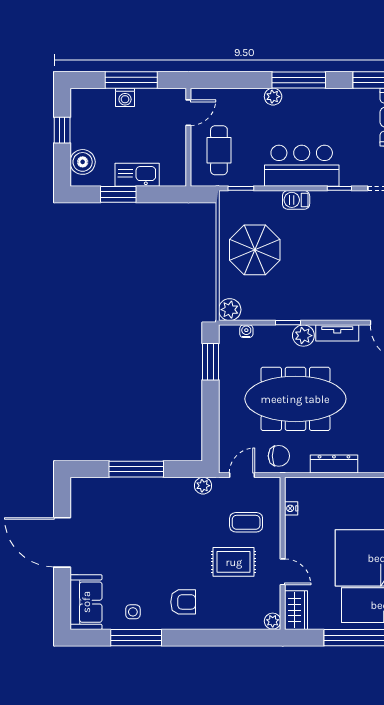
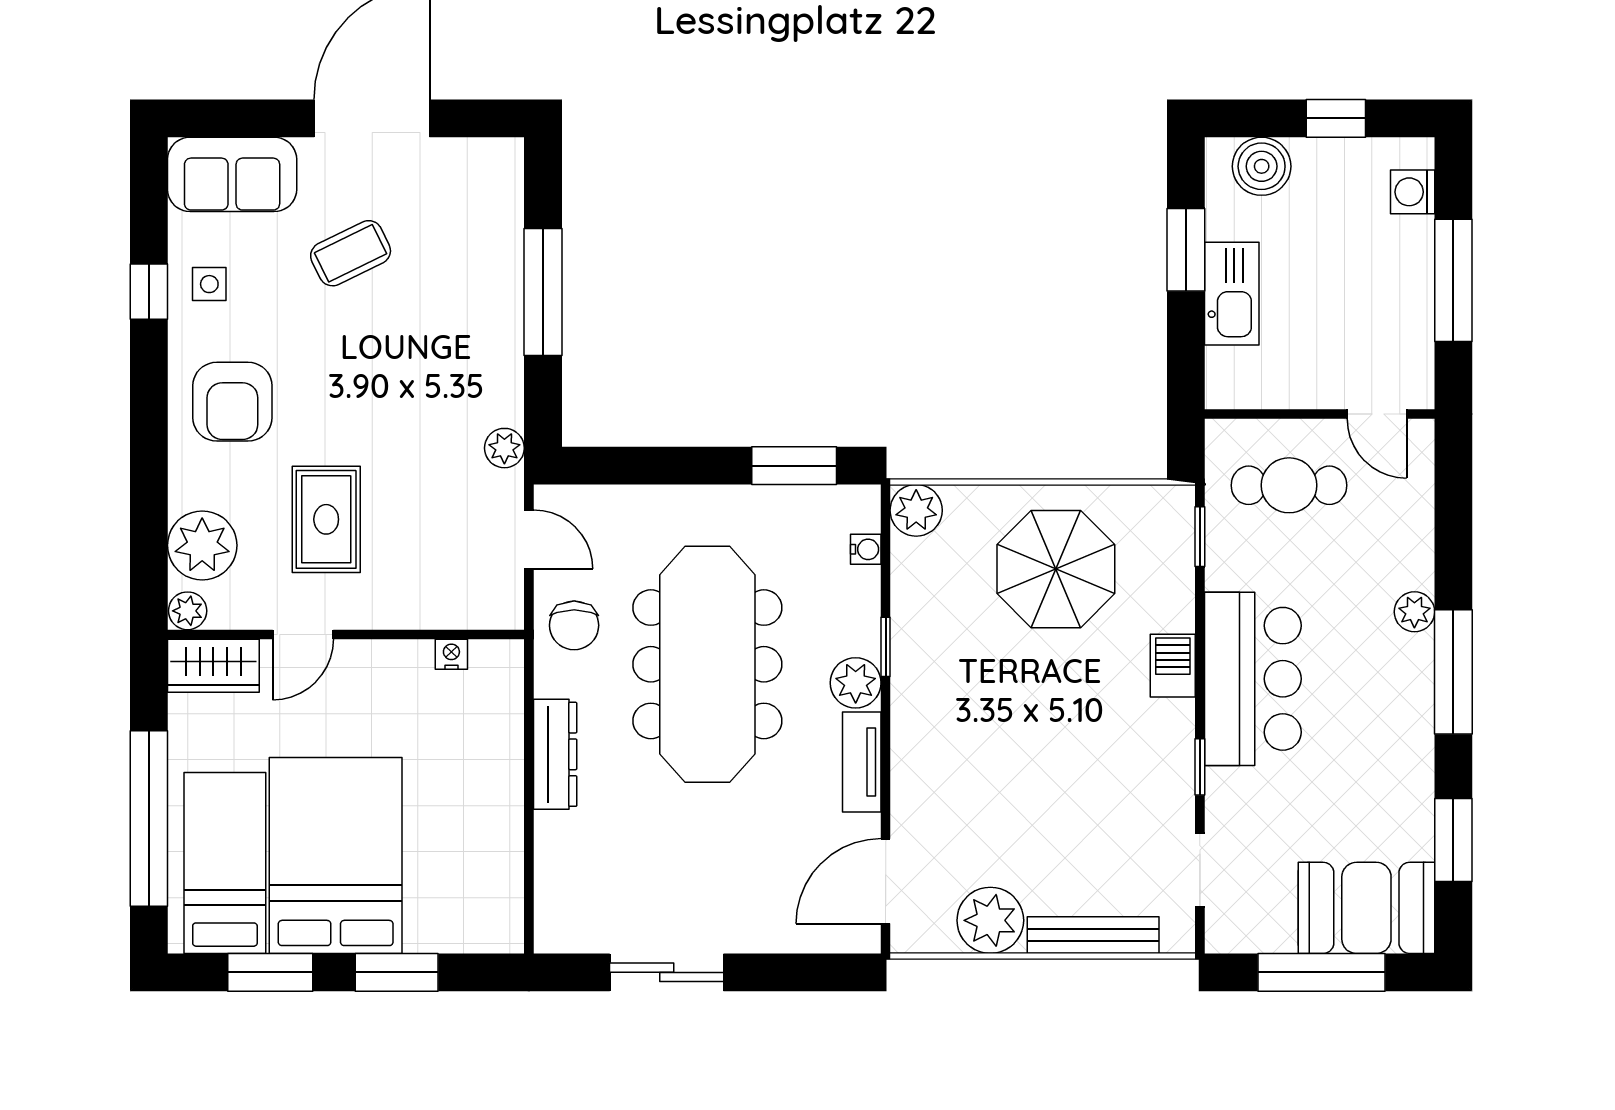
washing machine: (125, 97) -> (1413, 192), moved
coffee table: (246, 522) -> (351, 253), moved, turned 64
armchair: (183, 602) -> (232, 402), width x1.38, depth x1.38
plant: (245, 615) -> (202, 545), added
window: (136, 638) -> (149, 292), width x0.46

